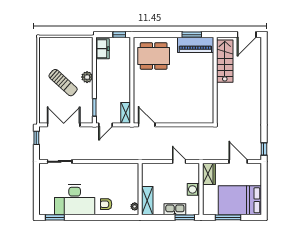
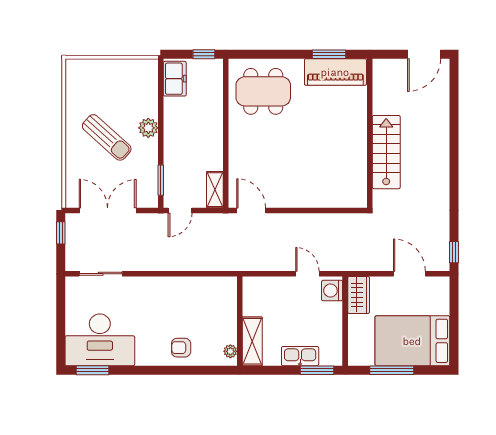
stairs: (225, 61) -> (386, 152), moved
washing machine: (193, 189) -> (332, 291), moved
desk: (75, 200) -> (100, 340), moved

